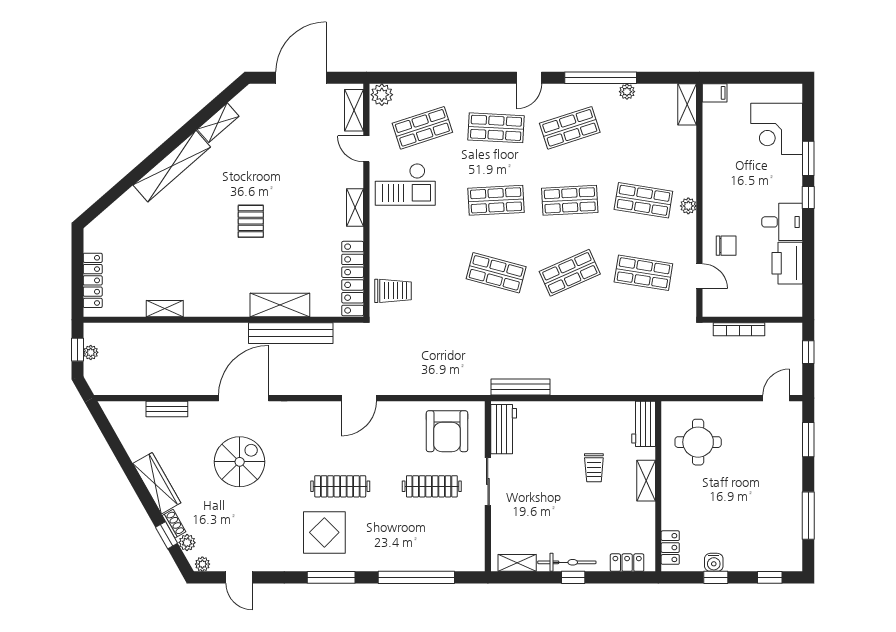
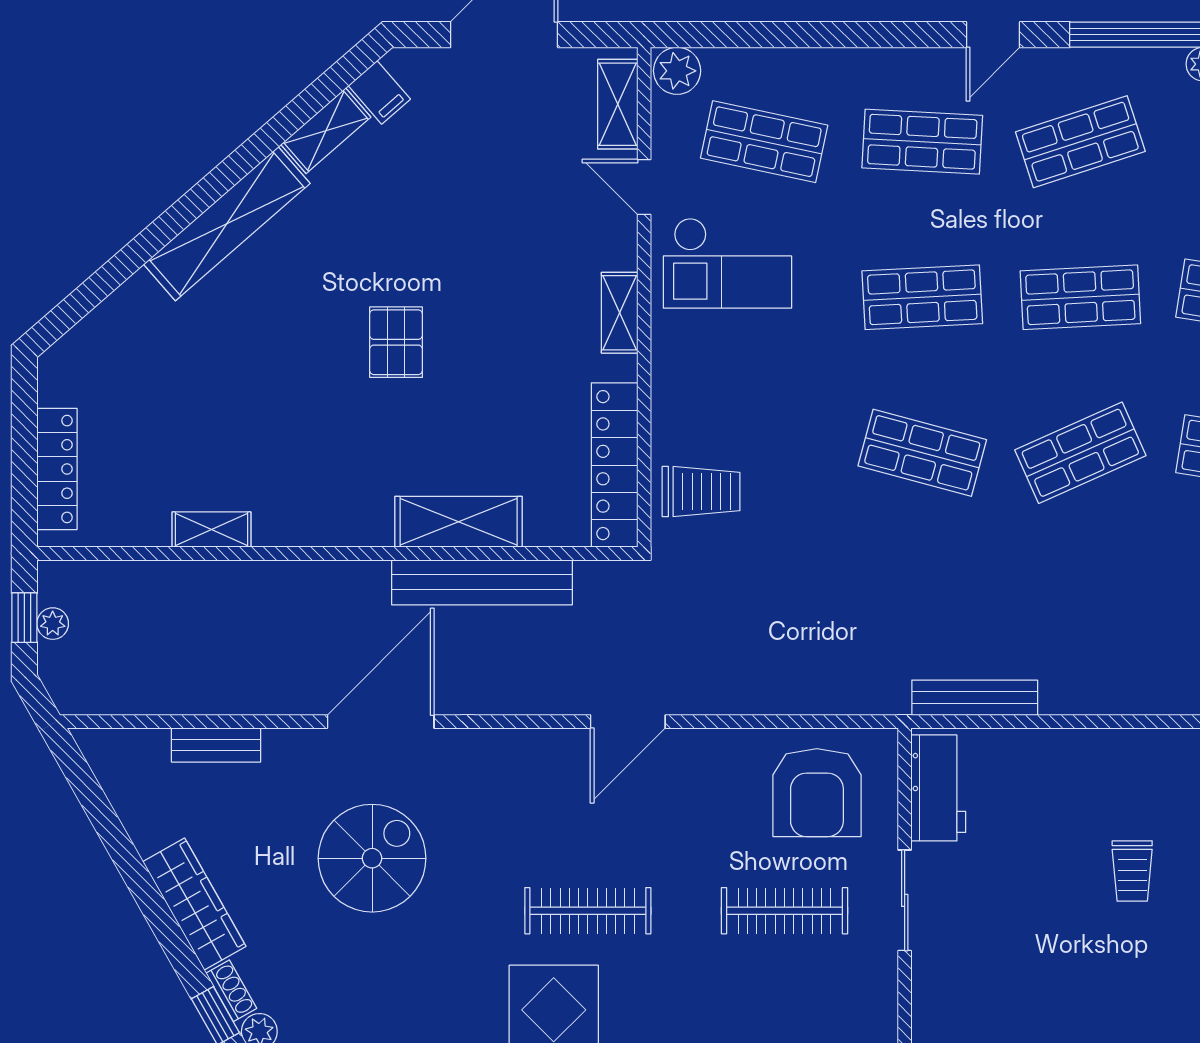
filing cabinet: (243, 105) -> (379, 92), added
shop shelf: (422, 128) -> (764, 142), turned 30

